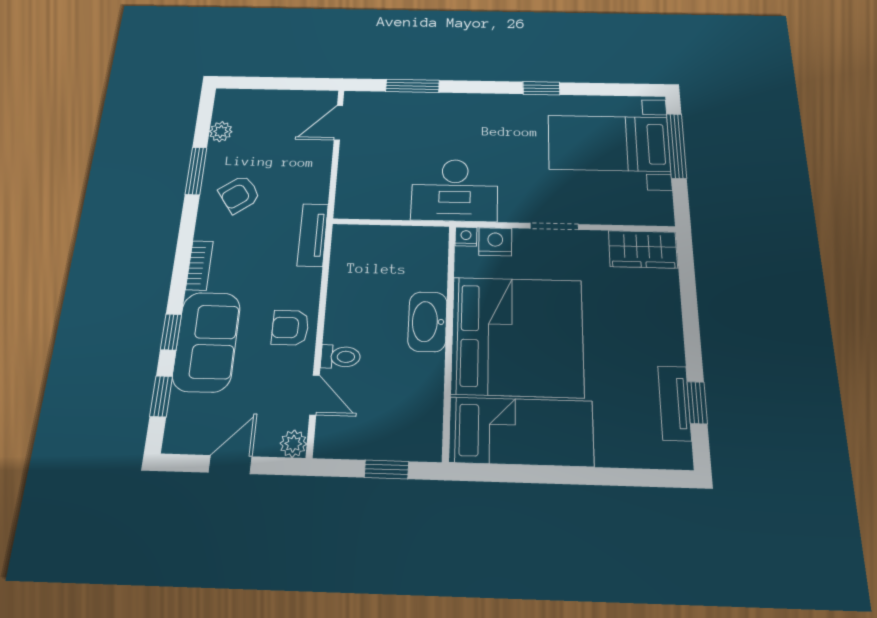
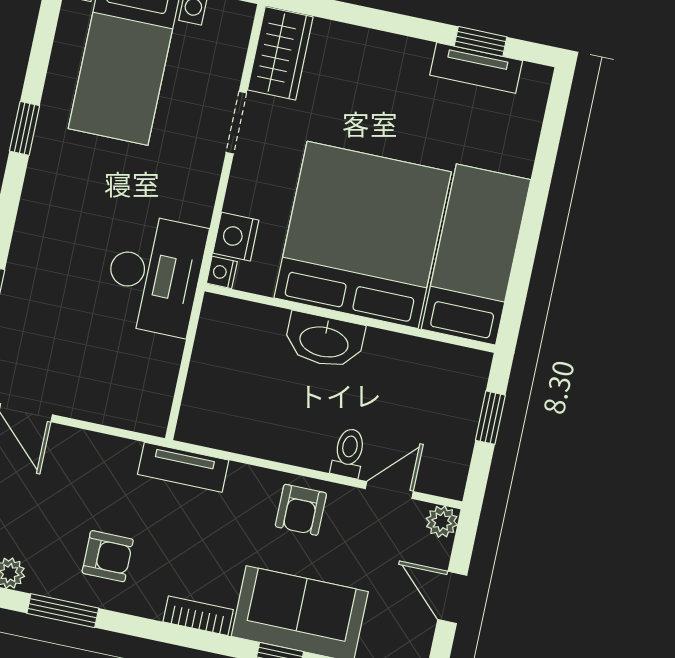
armchair: (239, 194) -> (108, 556), turned -55
doorway: (554, 226) -> (236, 123), moved

